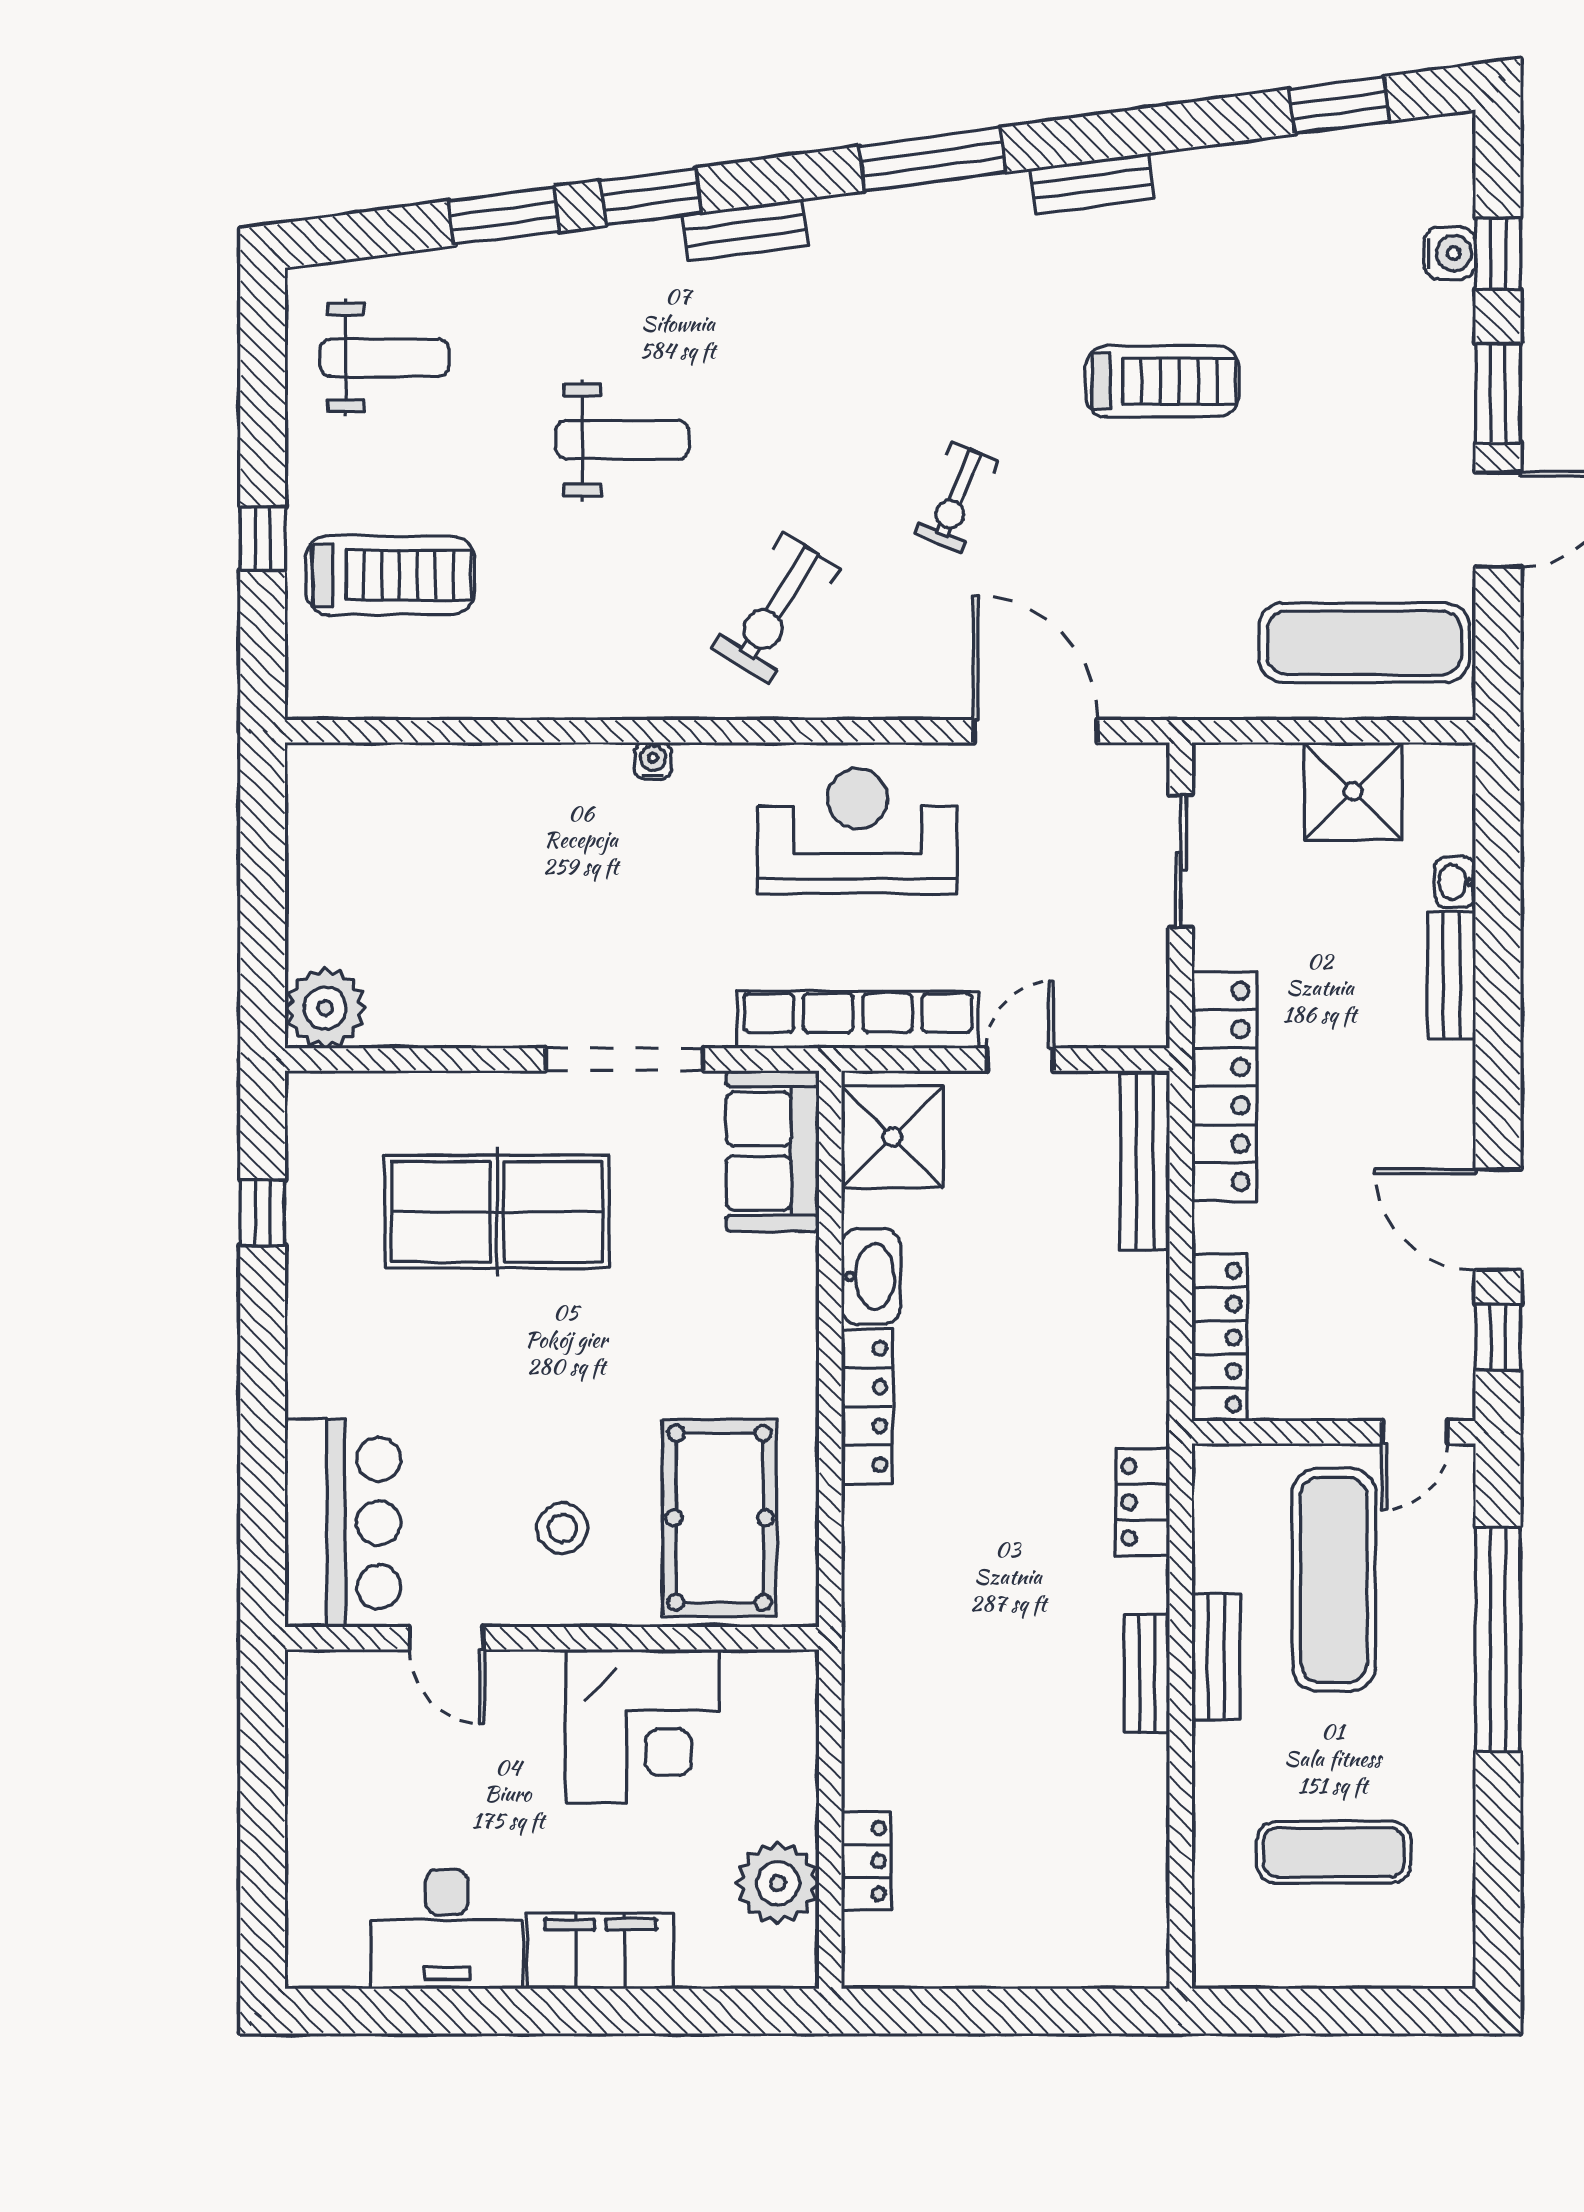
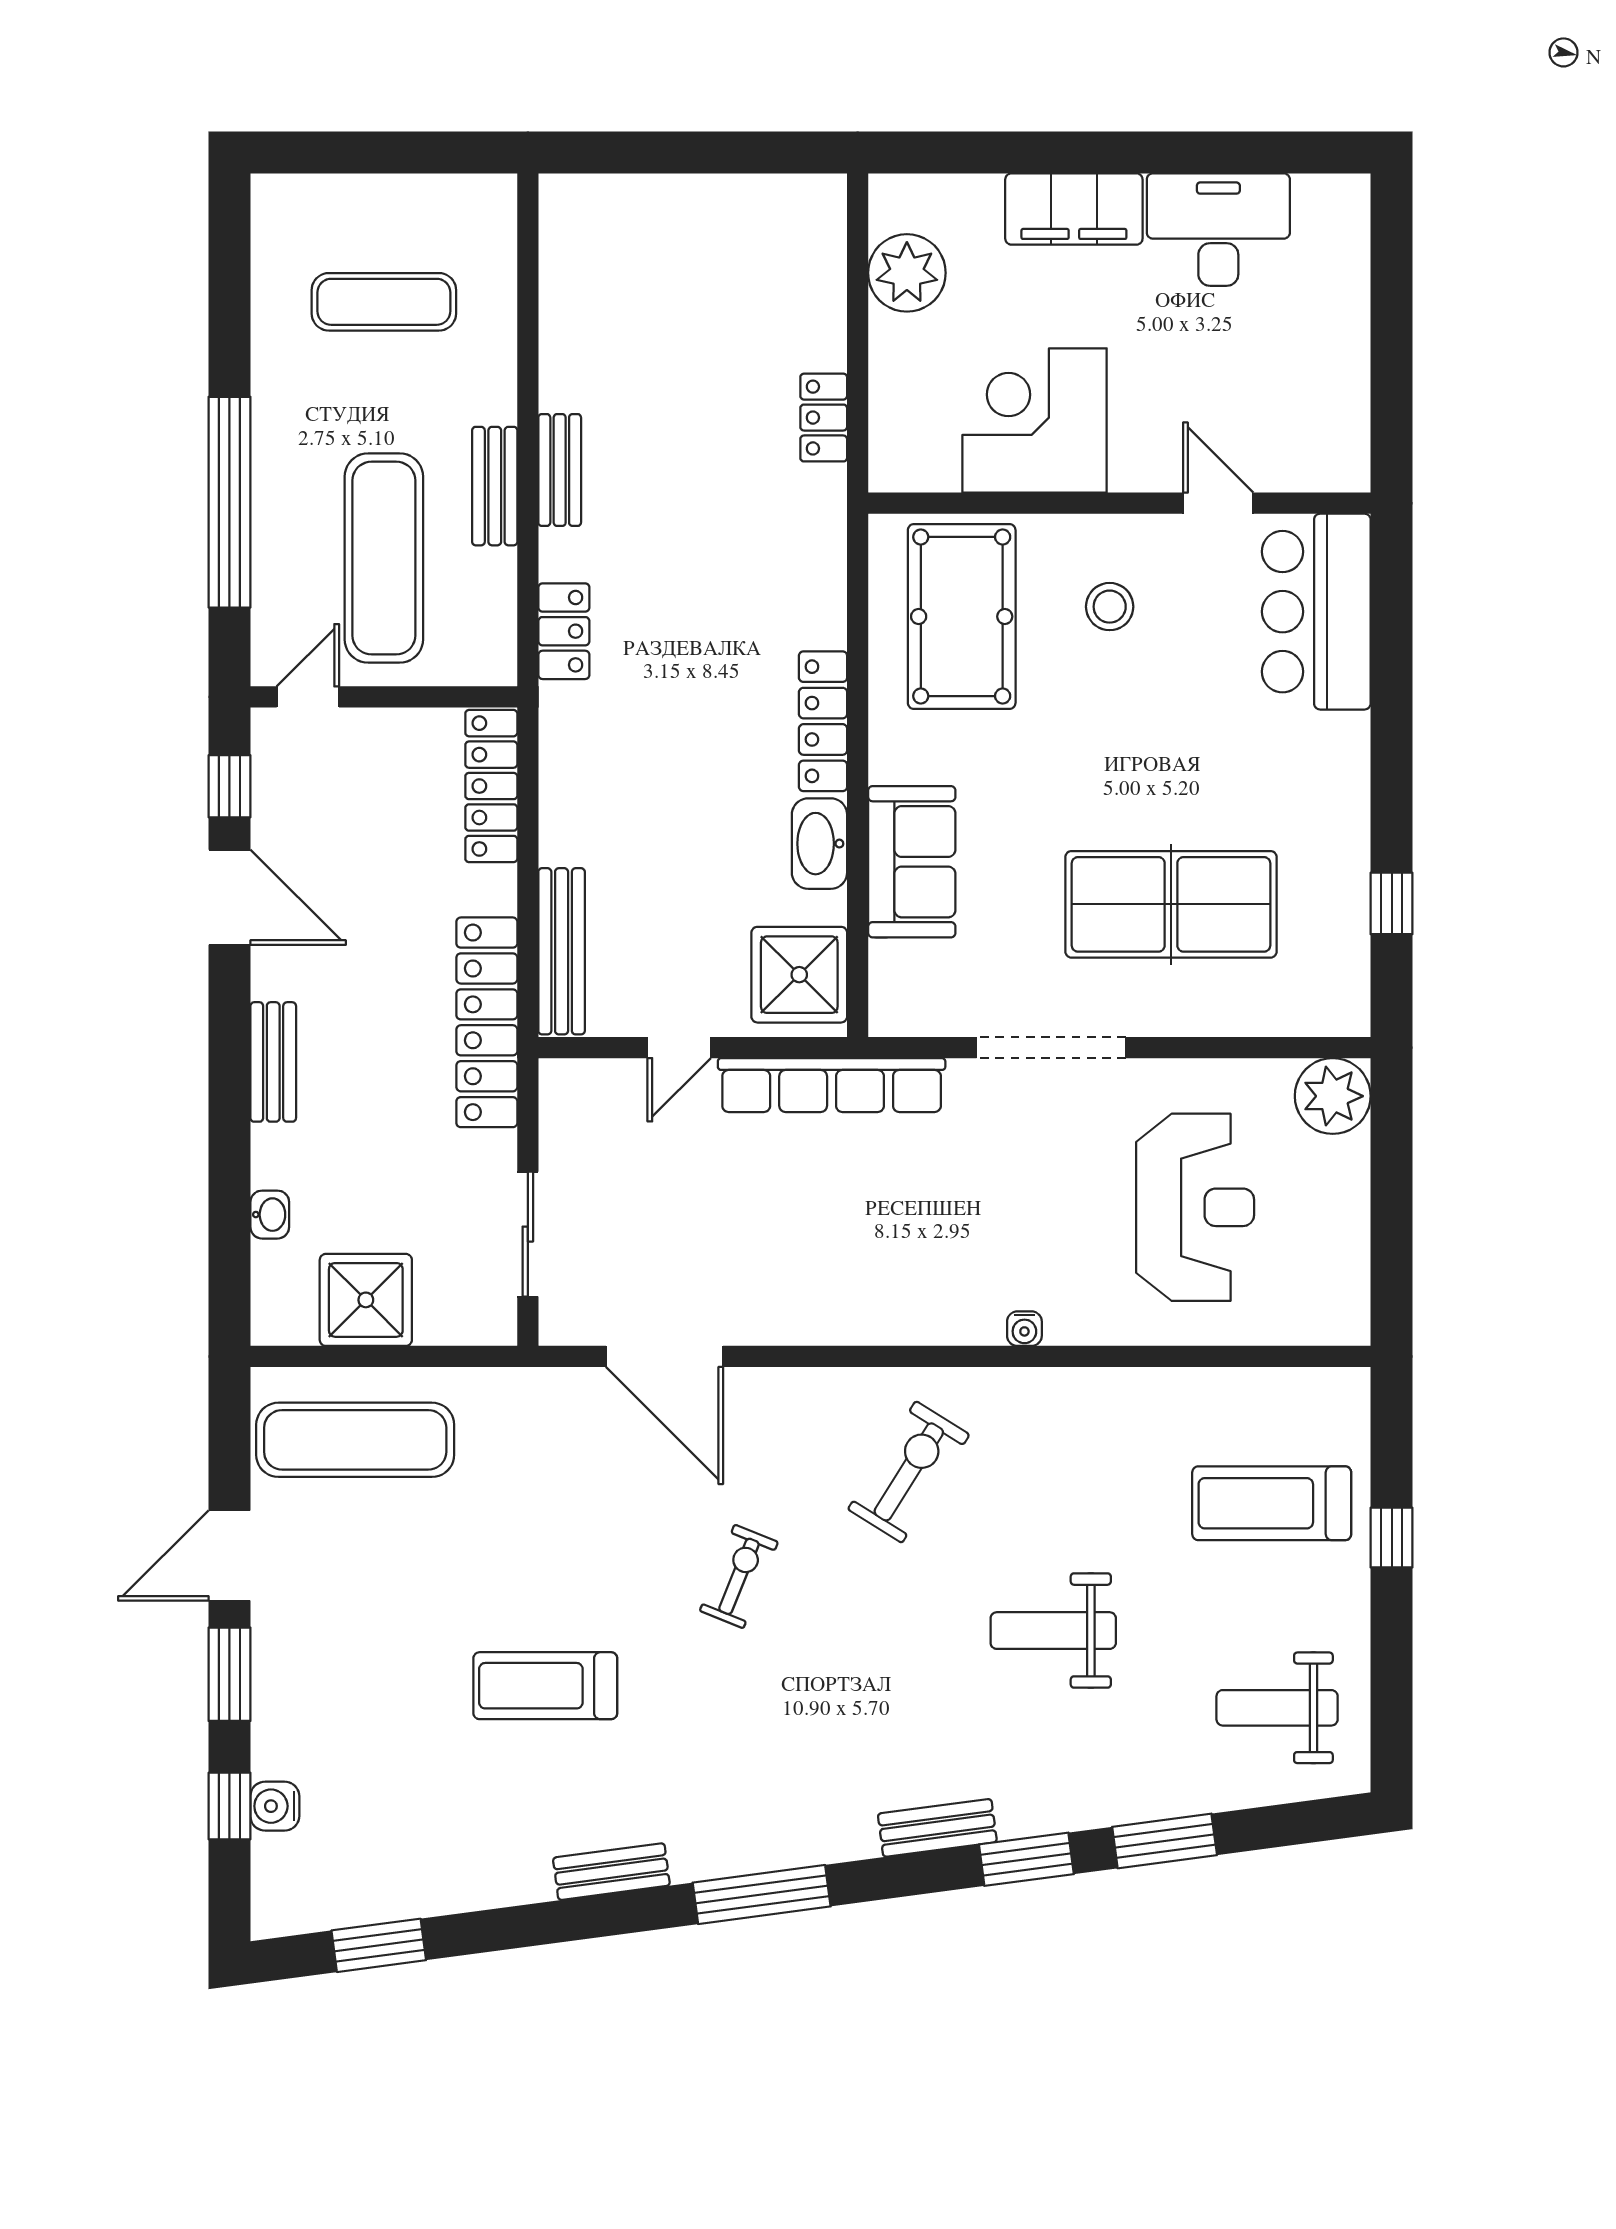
reception desk: (857, 831) -> (1195, 1207), moved, turned -90
bench: (1451, 975) -> (273, 1062), moved
sofa: (773, 1151) -> (912, 862), moved
locker: (866, 1861) -> (824, 418), moved

